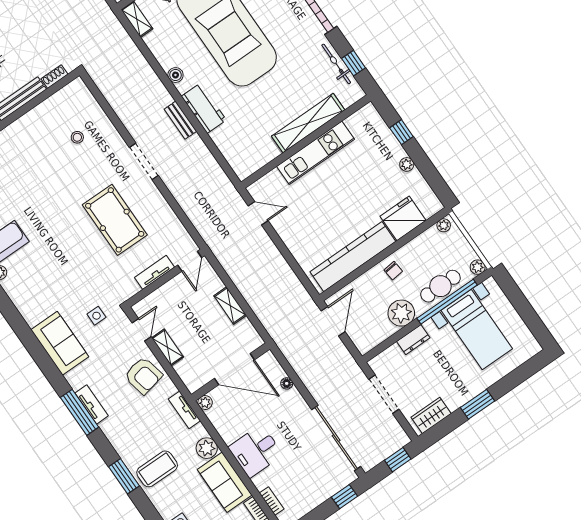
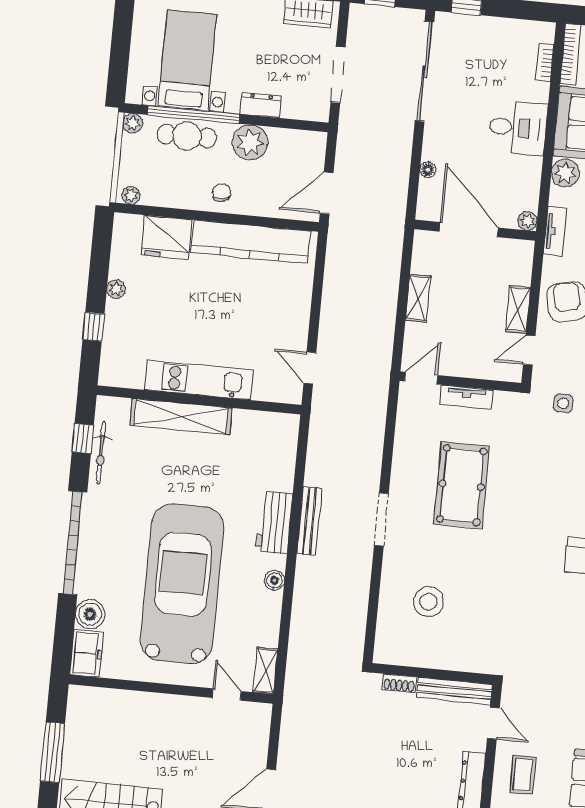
bench: (180, 120) -> (309, 521), width x1.36
stool: (77, 137) -> (428, 602), width x1.89, depth x1.89

